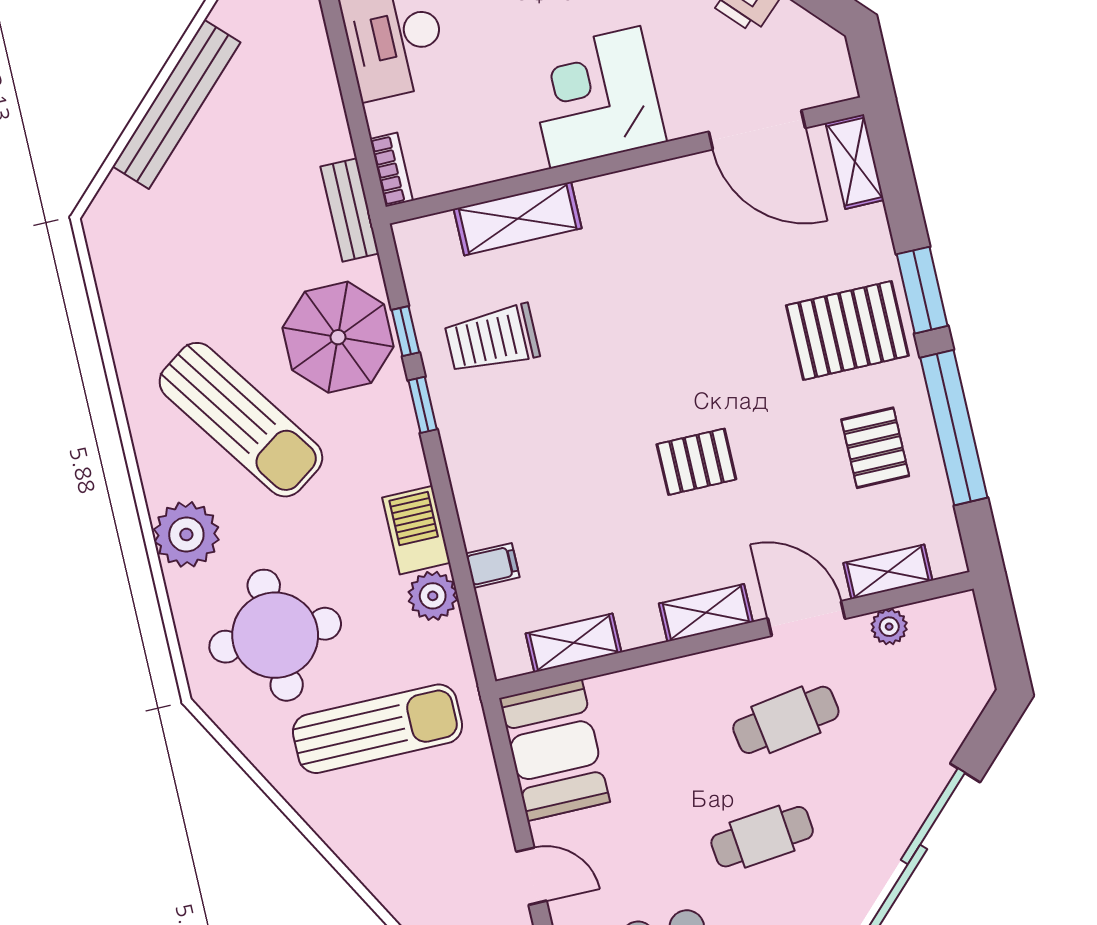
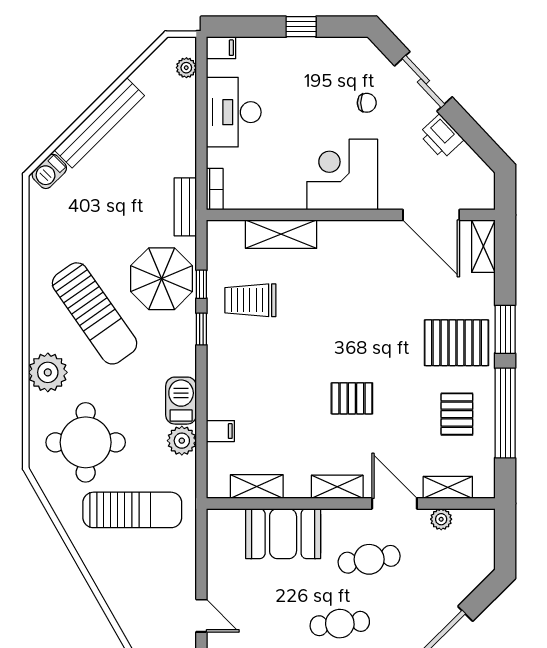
barbecue: (113, 203) -> (49, 171), added
booth: (555, 750) -> (283, 534), moved, turned 90

